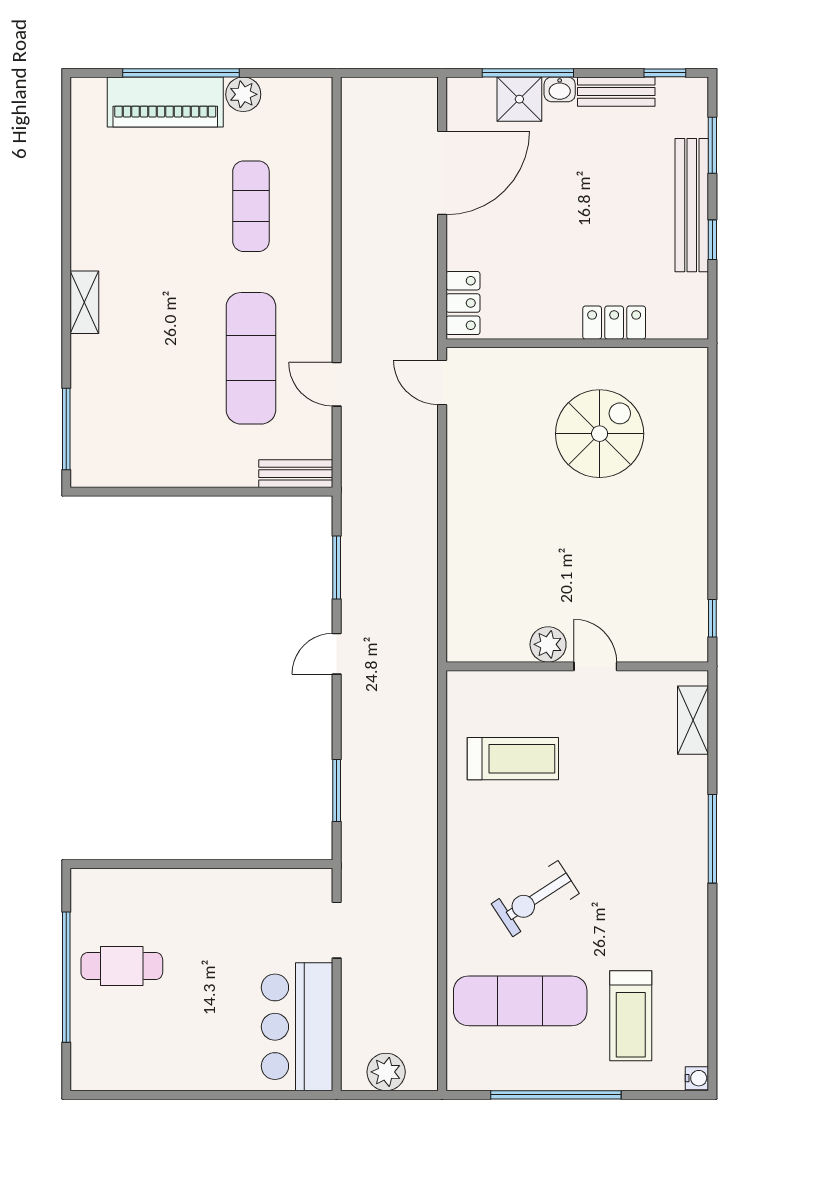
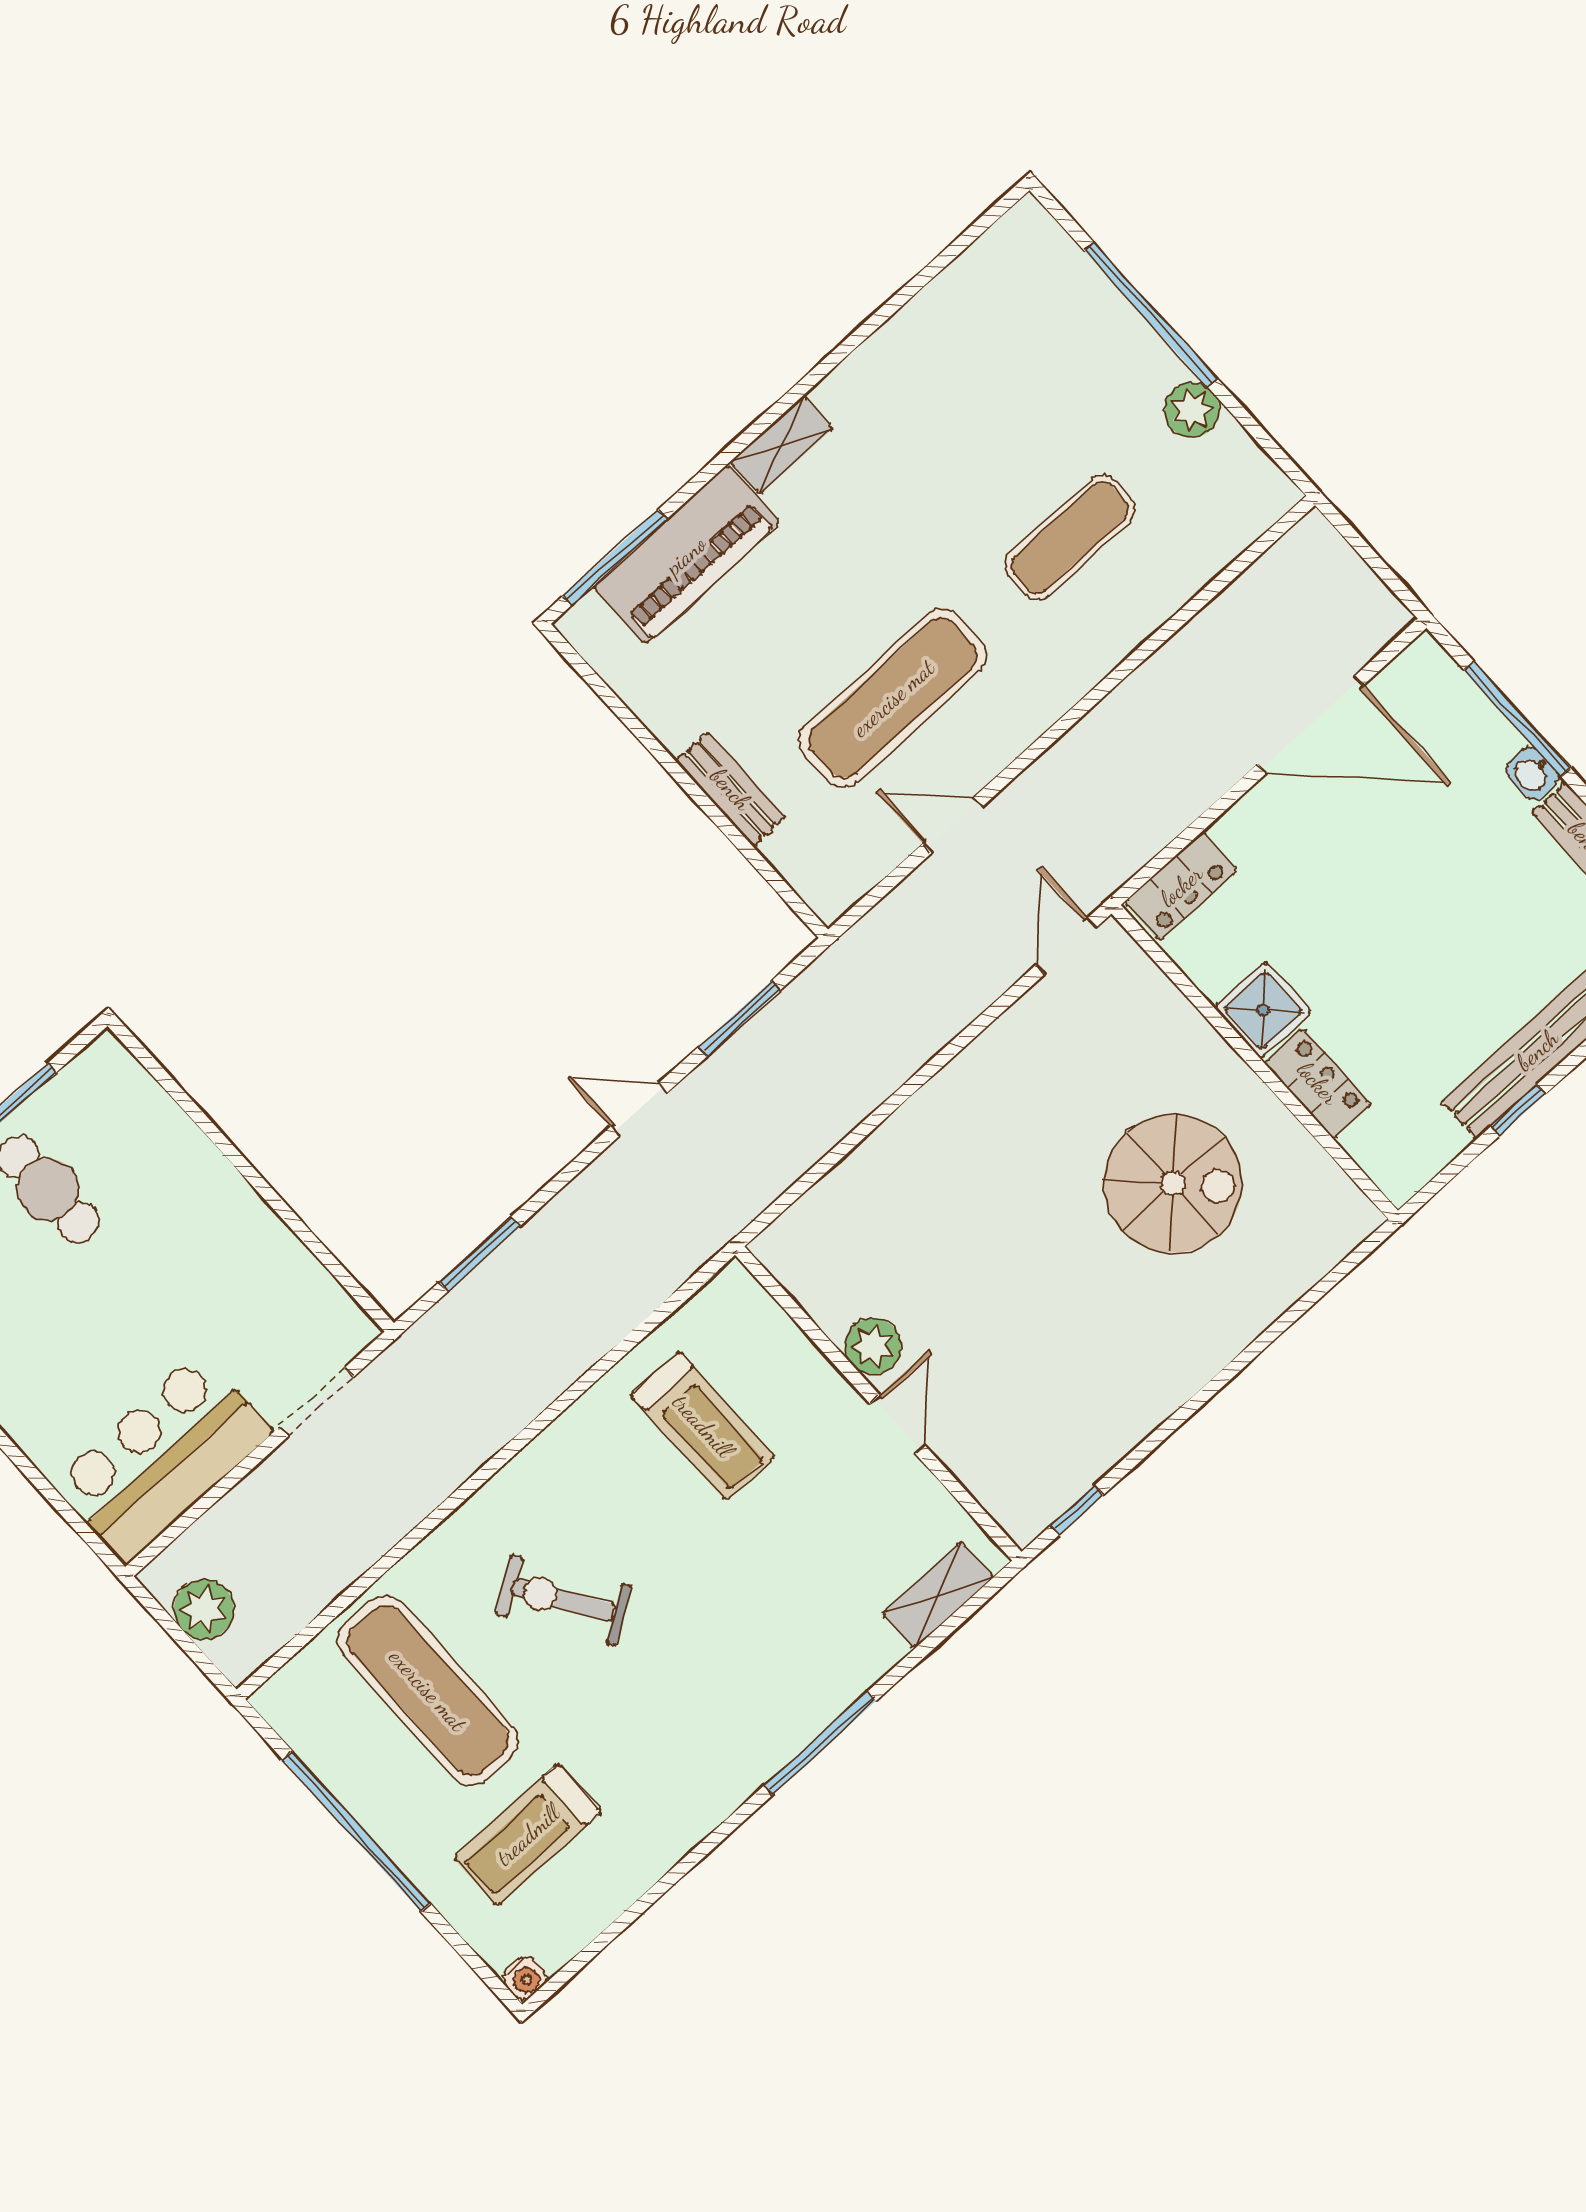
shower: (519, 99) -> (1263, 1010), moved
piano: (165, 102) -> (686, 555), moved, turned -90
door: (337, 384) -> (953, 825), hinge flipped
bench: (296, 474) -> (731, 789), moved

